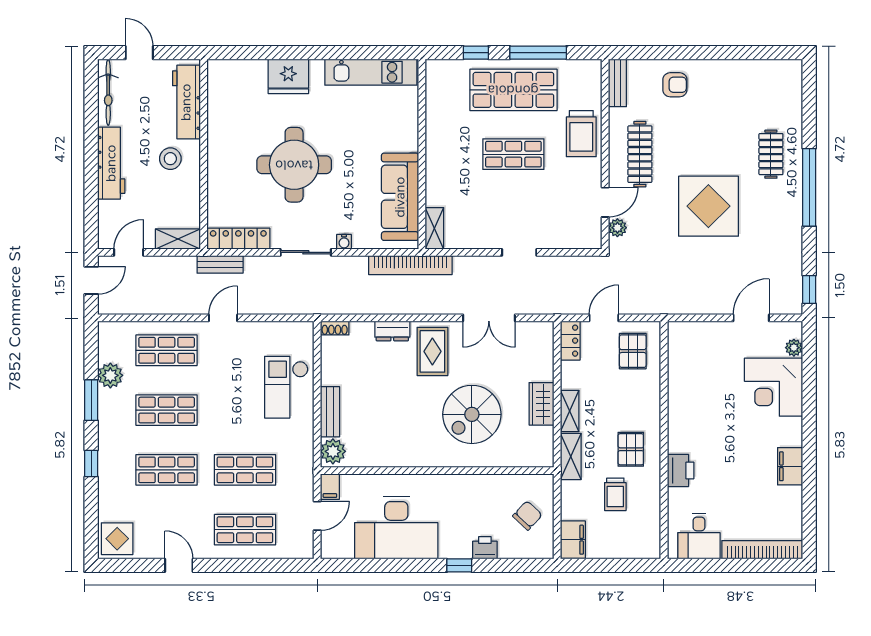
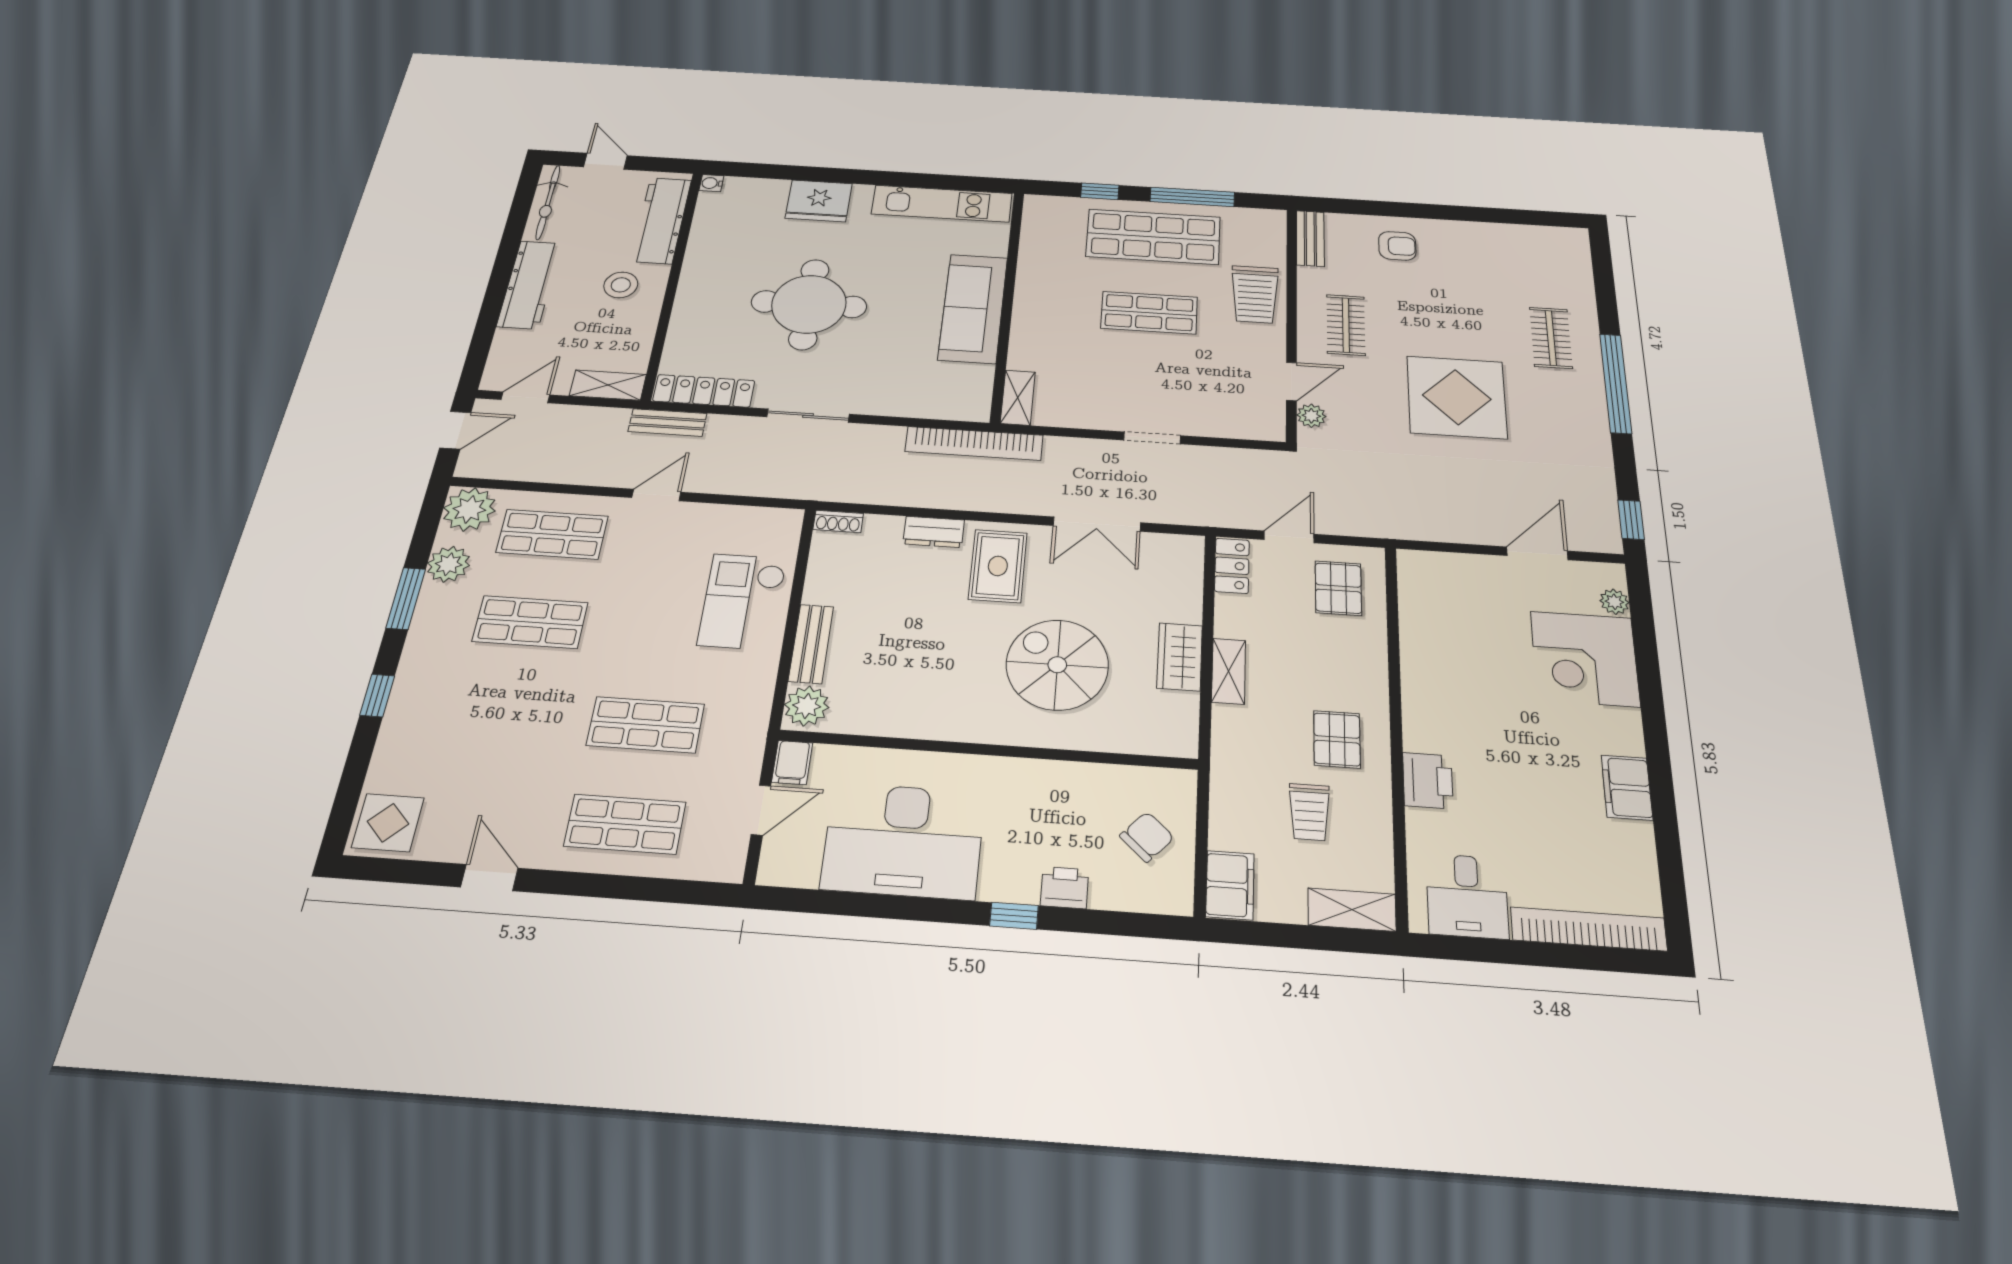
clothes rail: (640, 154) -> (1346, 325), width x0.73
sofa: (400, 197) -> (973, 308), moved
water cooler: (344, 242) -> (711, 183), moved, turned 90
plant: (113, 337) -> (469, 509), added
spiral stairs: (472, 414) -> (1057, 665), turned 90
shelving: (571, 456) -> (1352, 910), moved, turned 90
shop shelf: (167, 470) -> (507, 715), removed

